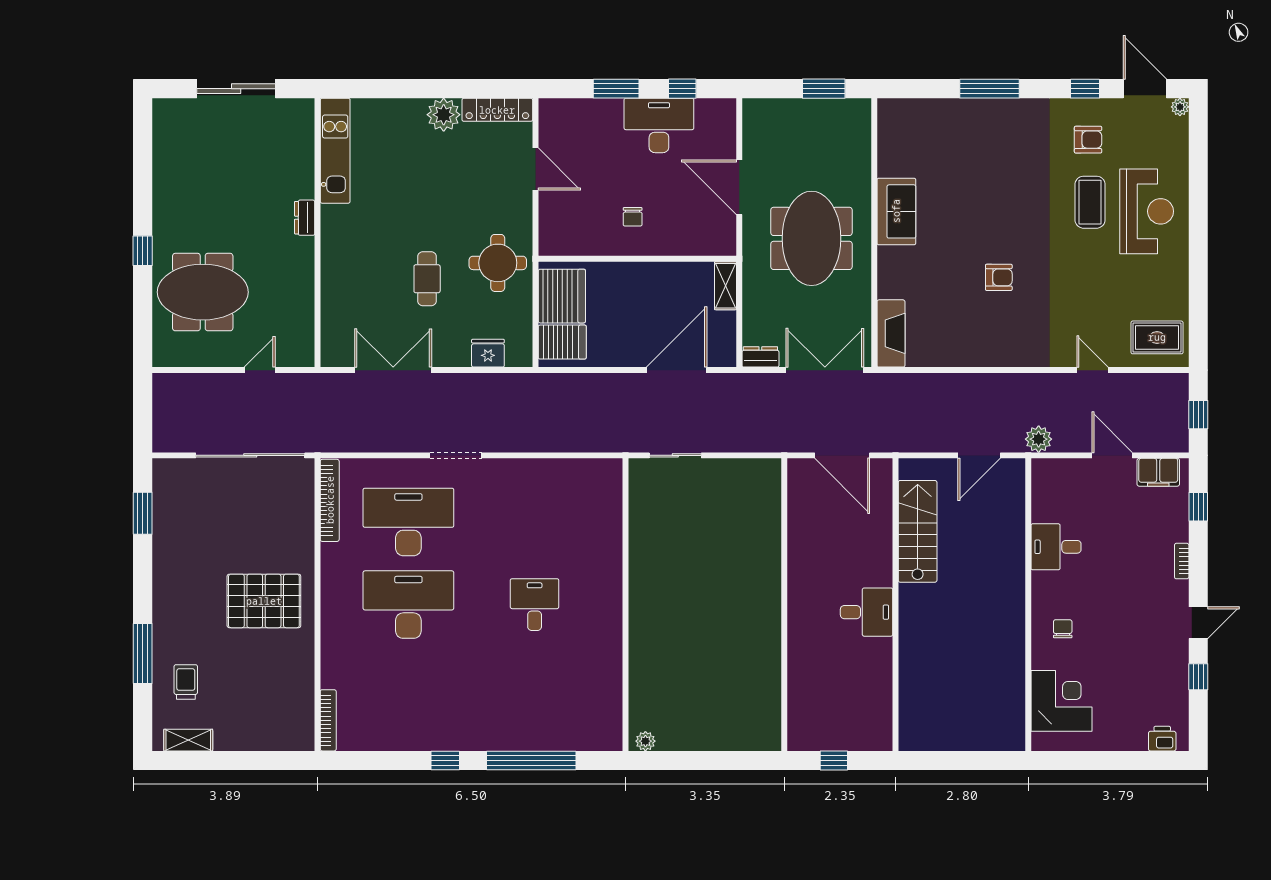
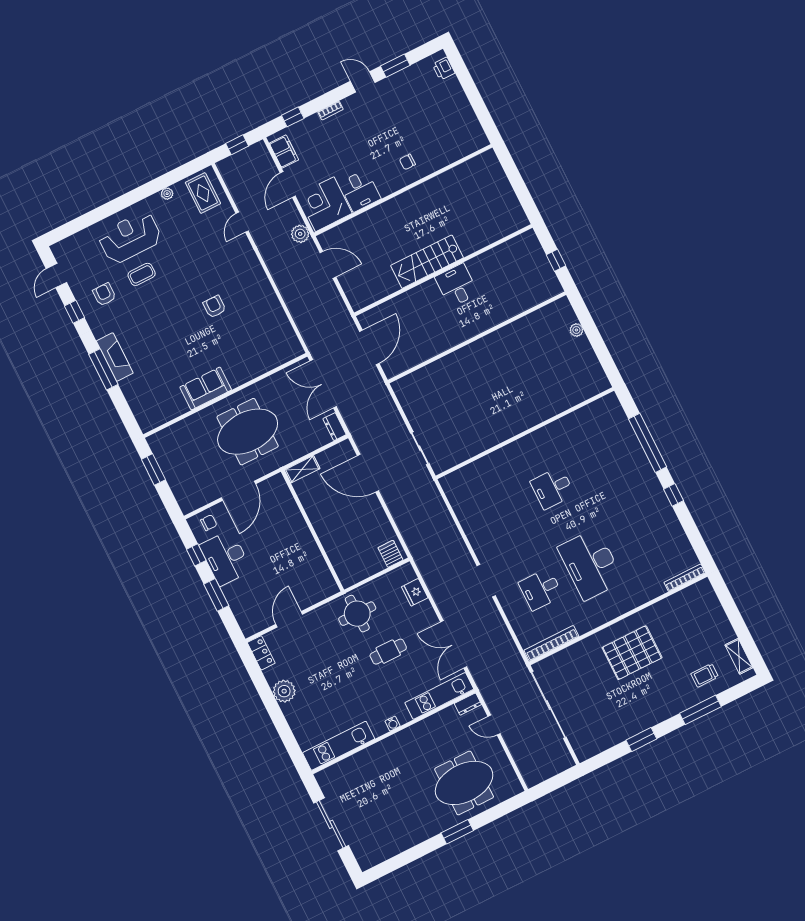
door: (1145, 89) -> (56, 276), width x0.73
plant: (1180, 107) -> (167, 194), moved
locker: (497, 110) -> (261, 653), width x0.66
coffee table: (1090, 202) -> (142, 274), width x0.73, depth x0.77
chair: (633, 217) -> (209, 523), moved
dresser: (305, 218) -> (468, 704), moved
water cooler: (329, 237) -> (393, 724), added
window: (143, 251) -> (457, 832), width x1.50
meeting table: (203, 292) -> (464, 783), turned 90
server rack: (562, 296) -> (358, 565), removed
kitchen unit: (334, 317) -> (439, 696), added
fireplace: (891, 333) -> (115, 357), moved, turned 90
server rack: (562, 342) -> (390, 554), width x0.73, depth x0.70
window: (143, 513) -> (641, 740), moved
desk: (408, 522) -> (541, 589), width x0.53, depth x0.77
stairs: (918, 531) -> (427, 262), moved
pallet: (264, 601) -> (632, 653), turned 90
window: (1198, 677) -> (395, 66), width x1.50
corner desk: (1061, 701) -> (325, 204), moved
plant: (645, 741) -> (576, 330), moved

